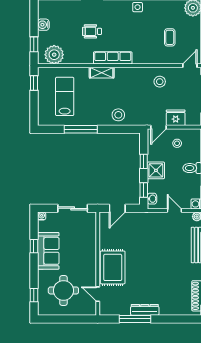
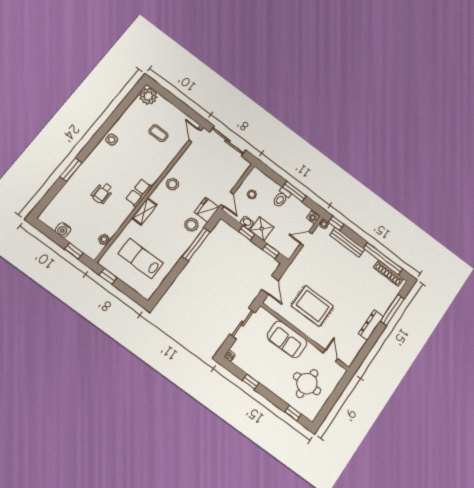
plant: (54, 55) -> (104, 239), width x0.53, depth x0.53
row of seats: (113, 58) -> (139, 193), width x0.68
stool: (160, 82) -> (172, 184), moved
fridge: (176, 118) -> (207, 210), moved
window: (81, 129) -> (196, 244), moved
washbasin: (152, 199) -> (247, 223), moved
sofa: (48, 251) -> (287, 339), moved, turned 180
rug: (113, 267) -> (313, 306), moved
door: (98, 294) -> (330, 356), swing flipped
window: (135, 319) -> (392, 310), moved

